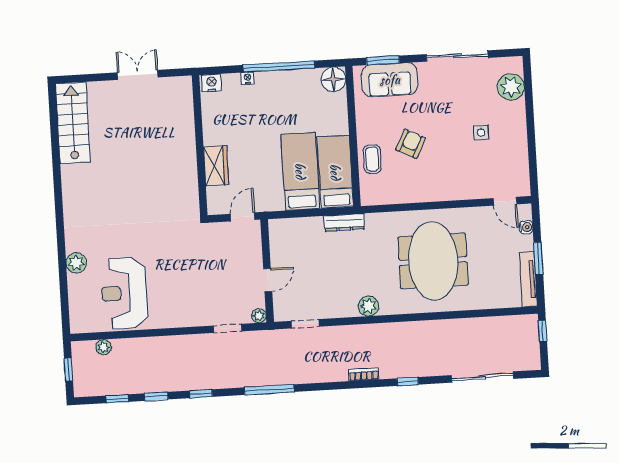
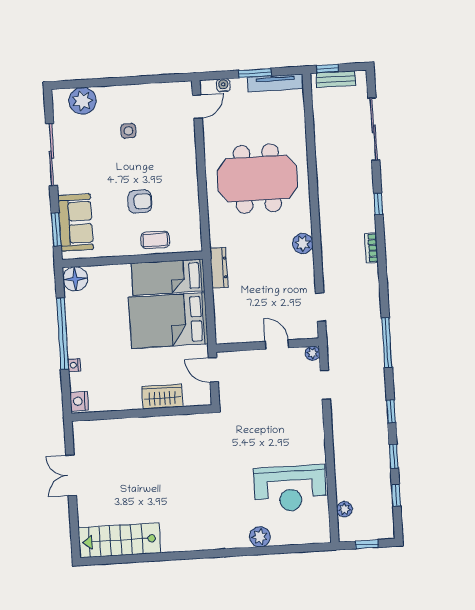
armchair: (411, 144) -> (140, 201), turned 153
bed: (300, 171) -> (168, 321), width x1.50
bench: (532, 339) -> (336, 79), added

